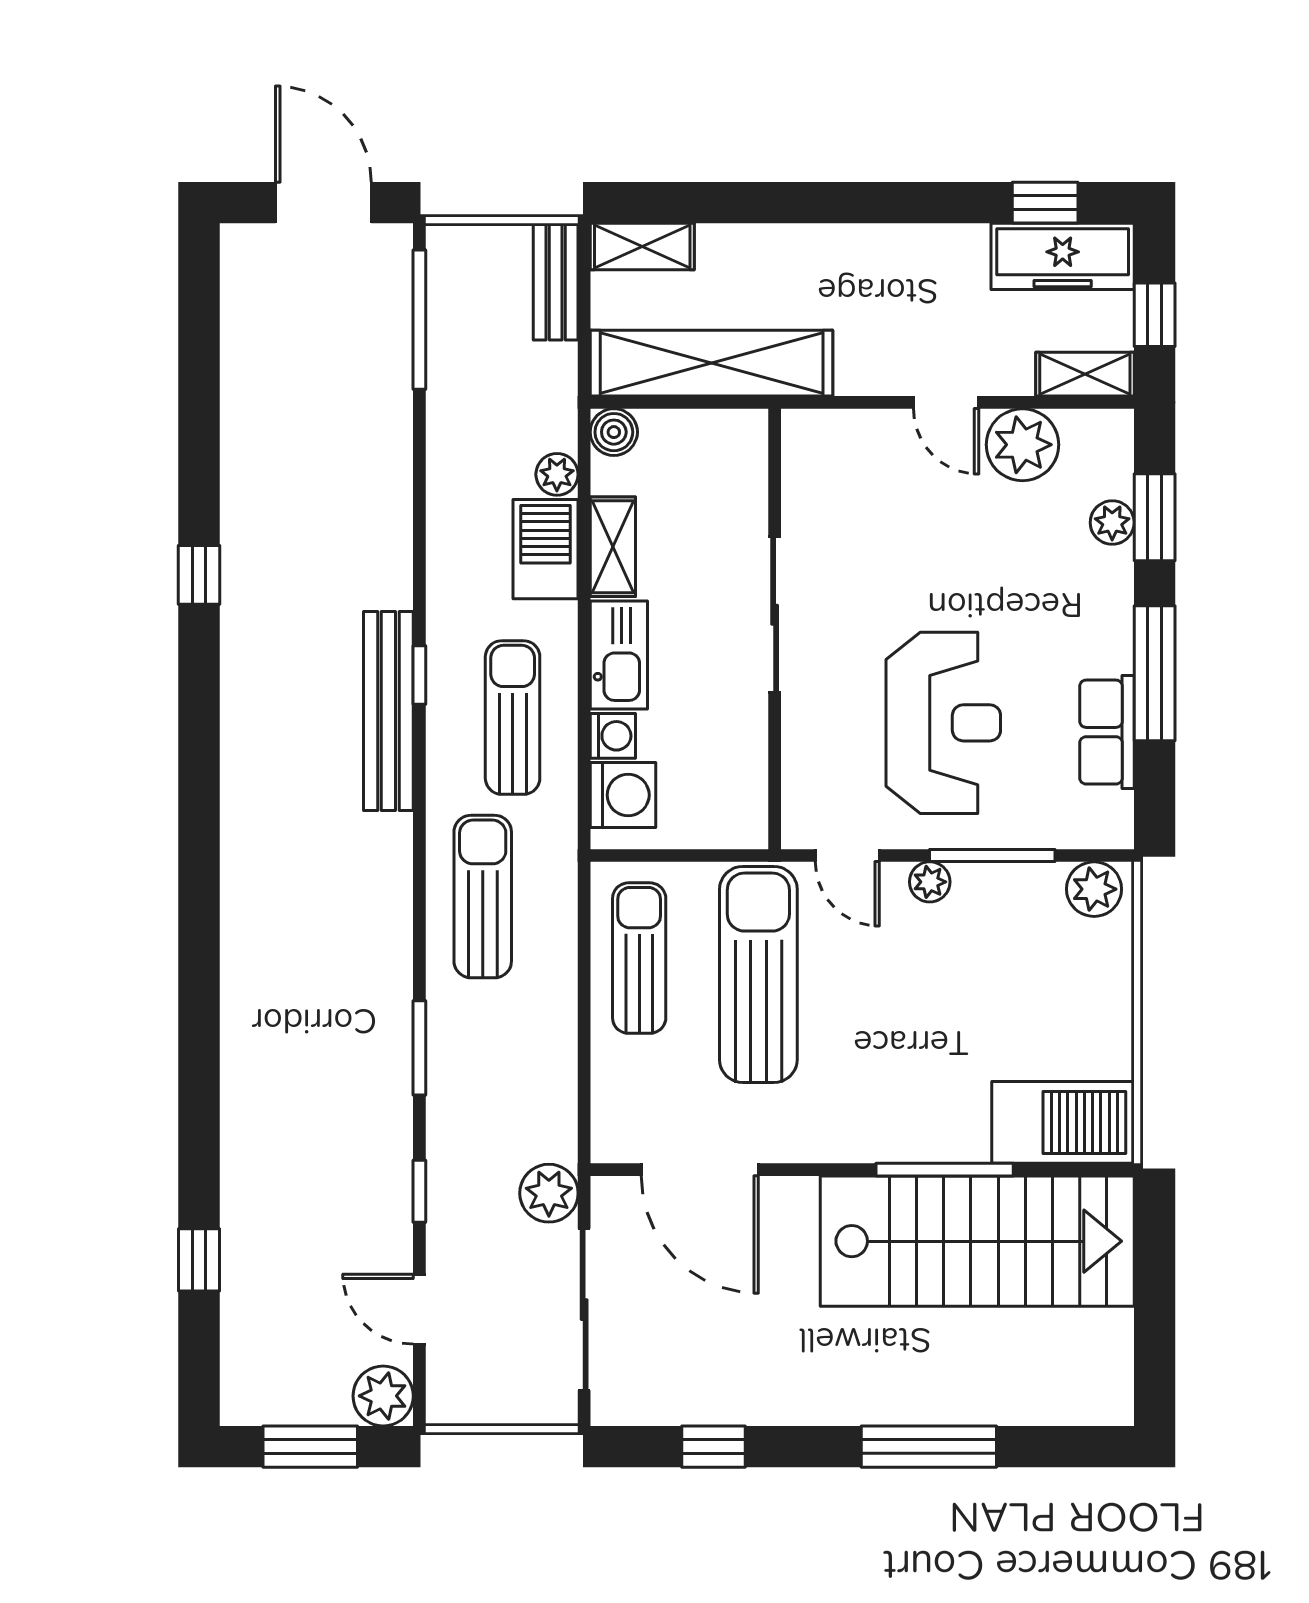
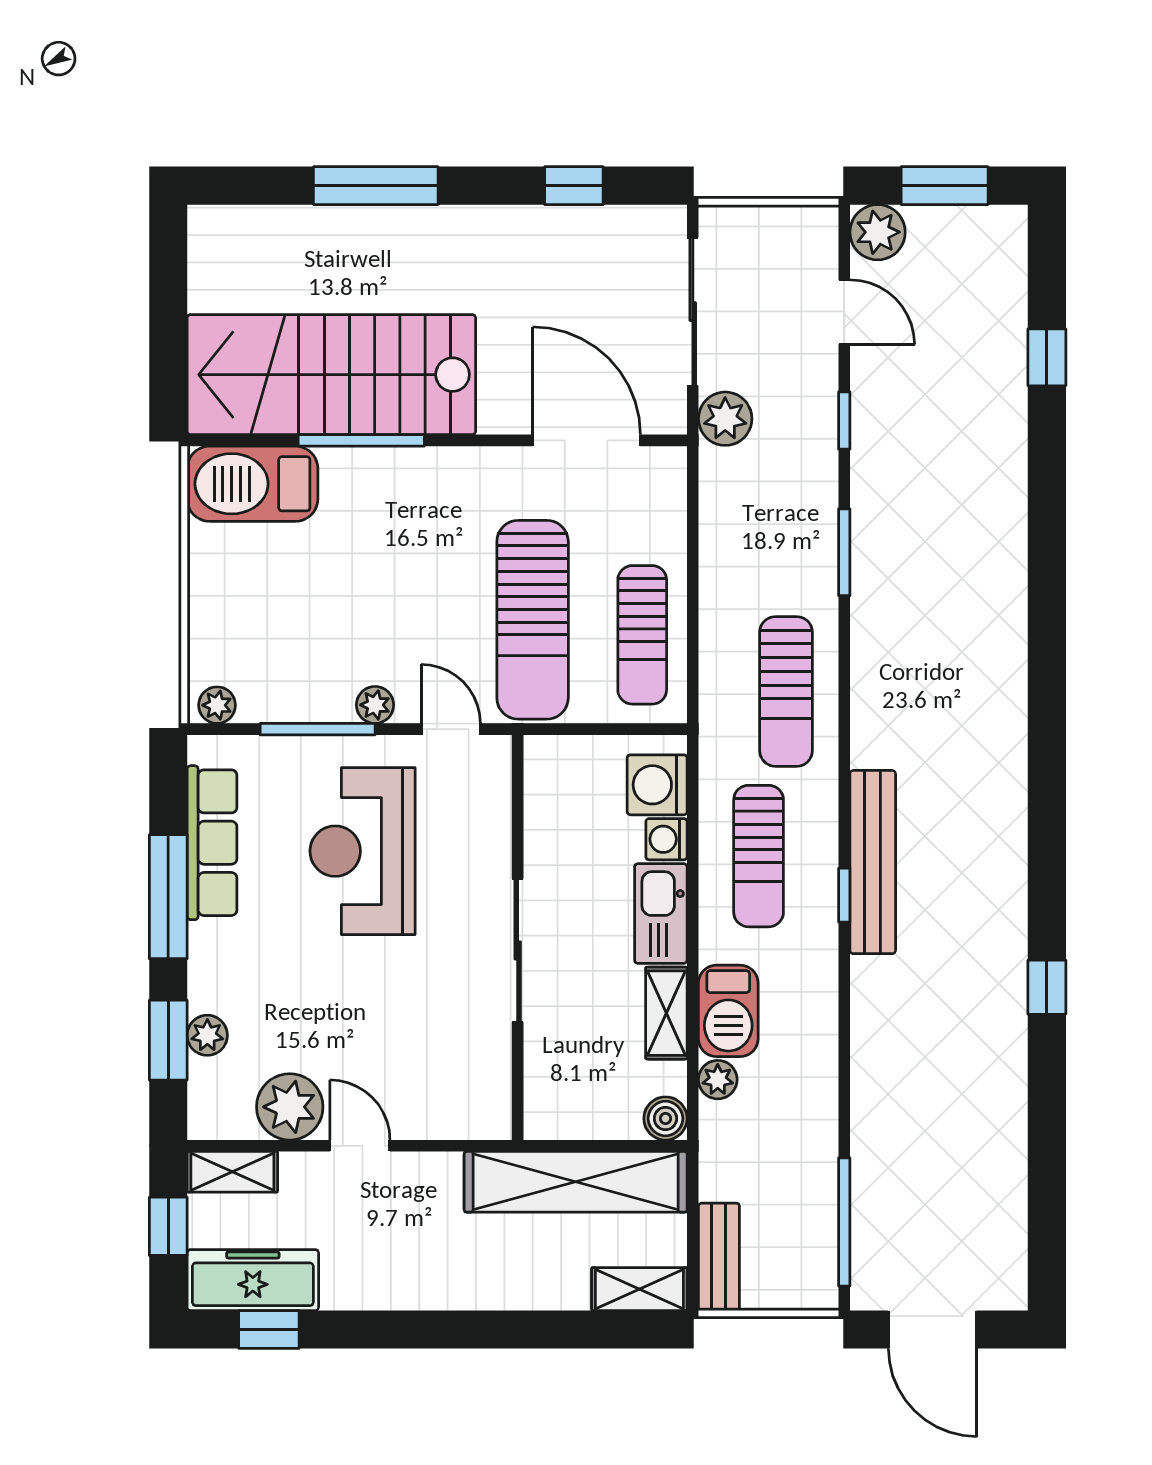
row of seats: (1107, 732) -> (212, 843), width x1.48
plant: (1094, 889) -> (217, 705), width x0.73, depth x0.73

